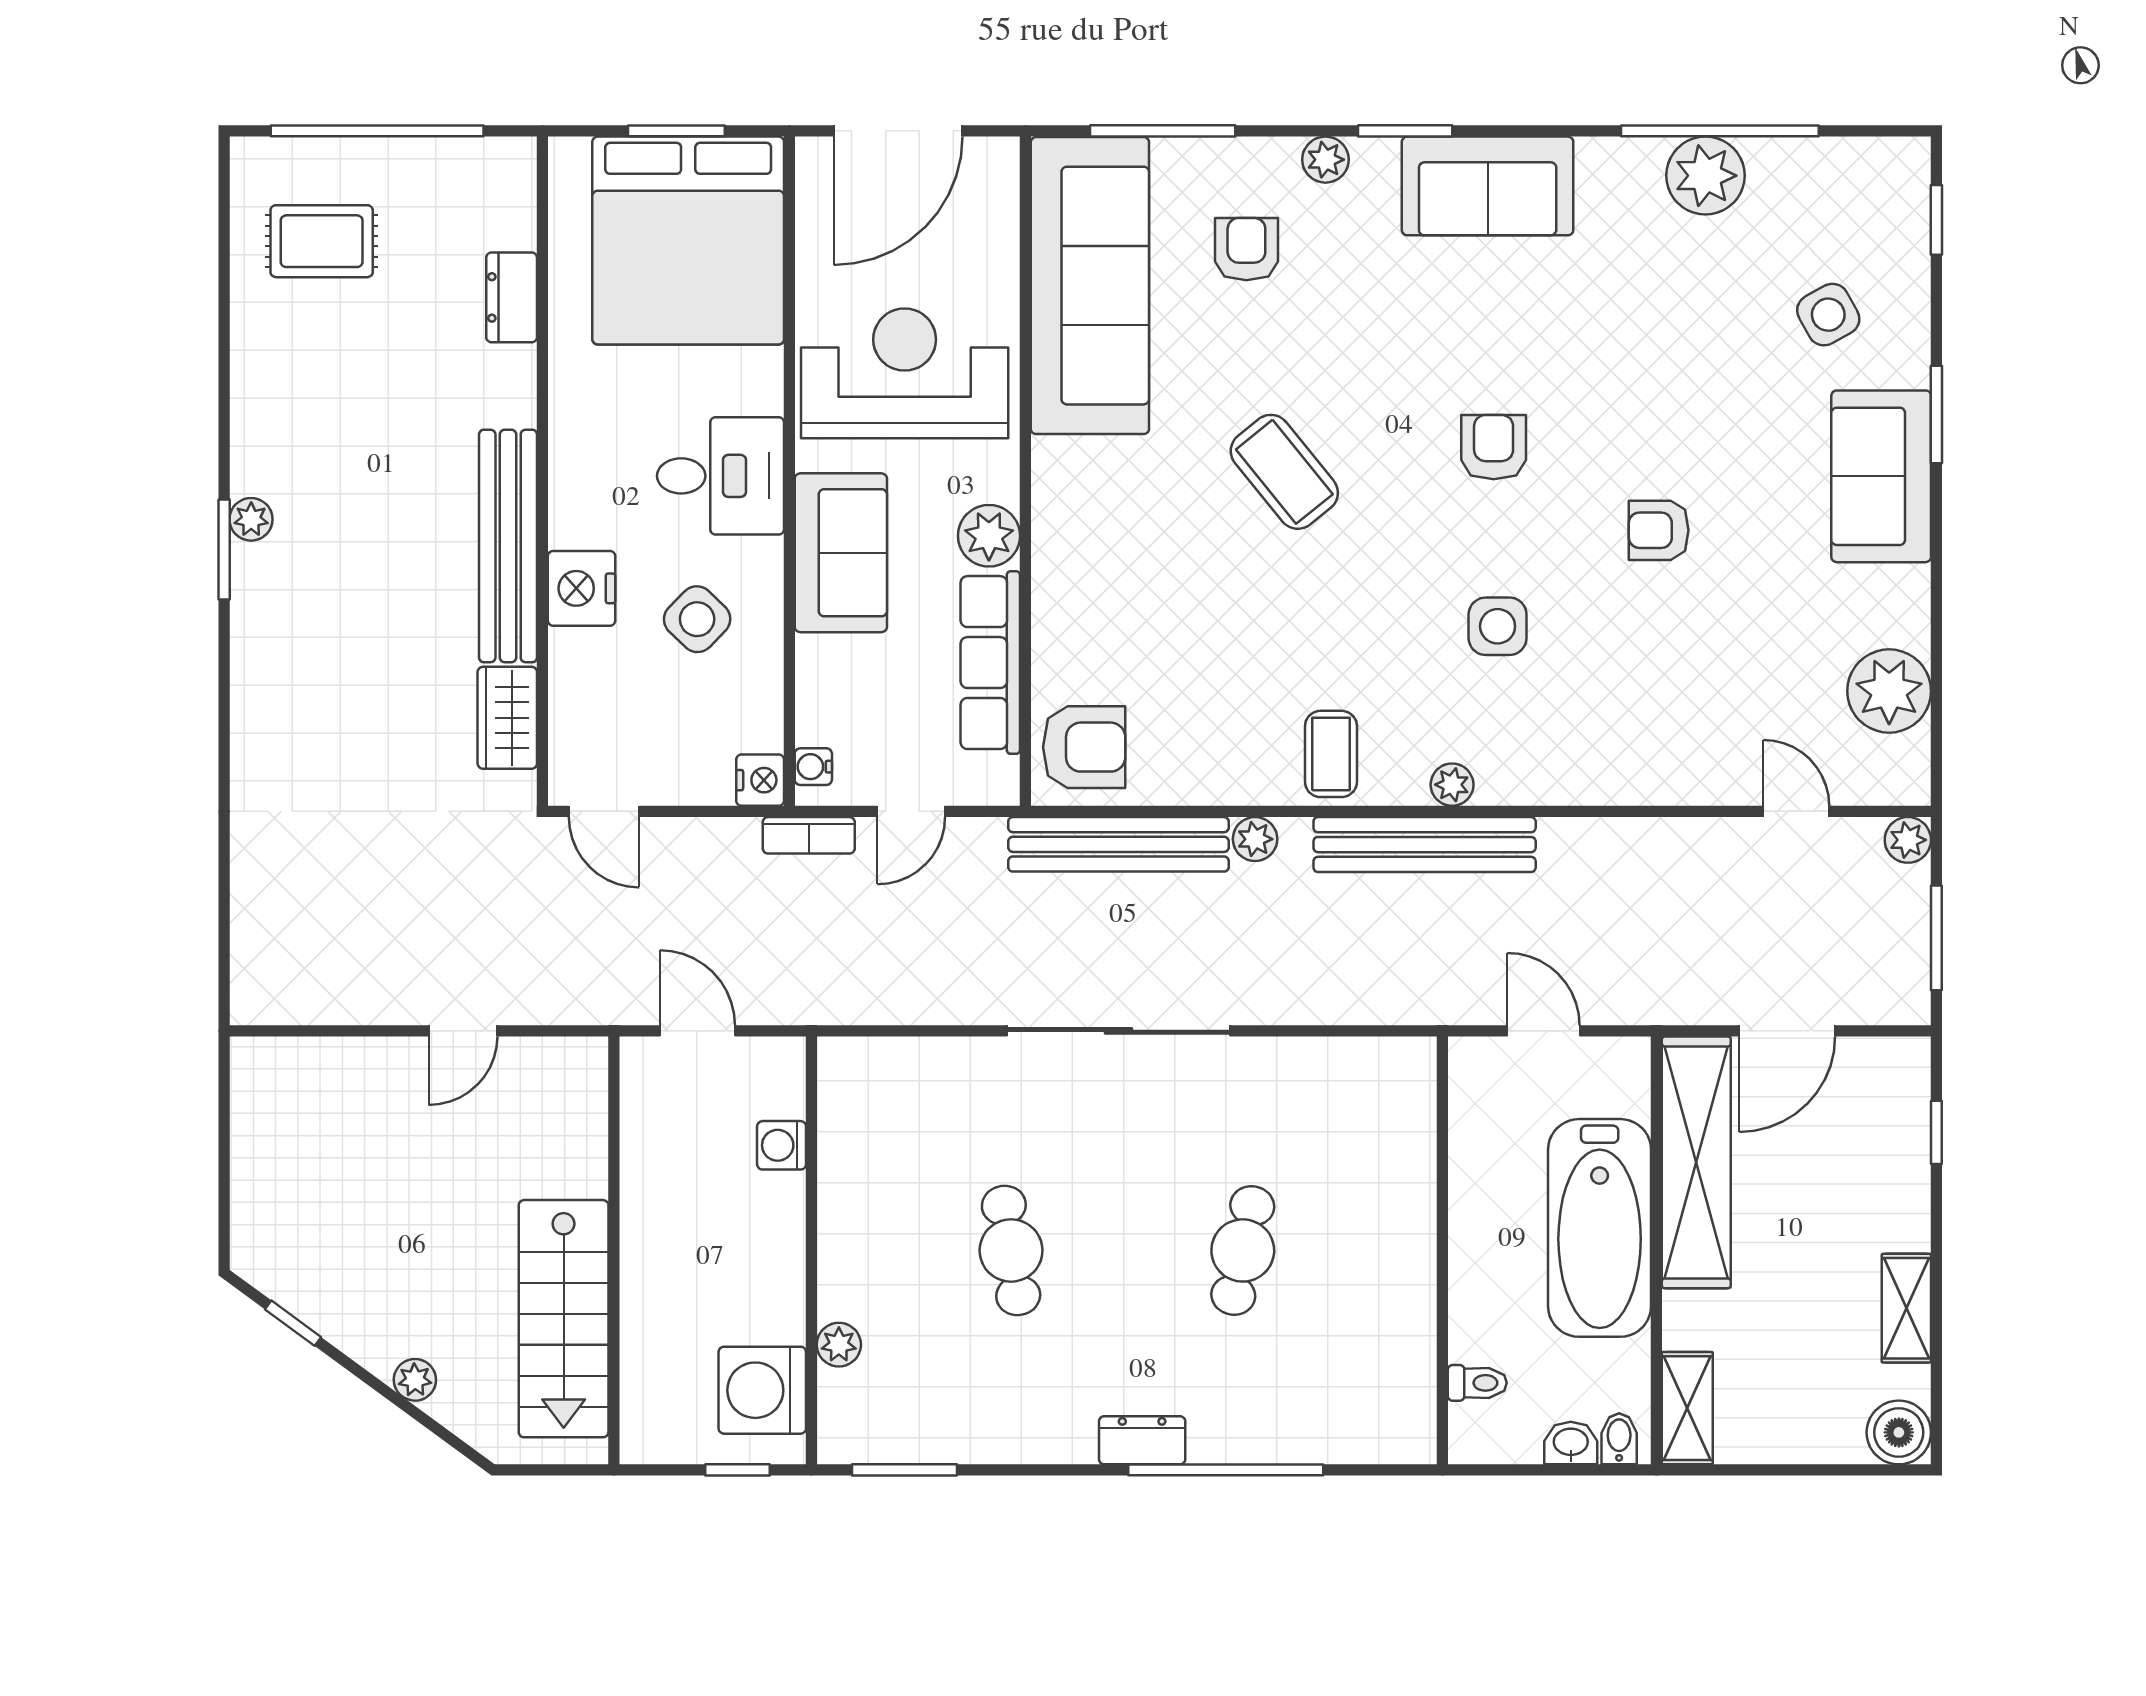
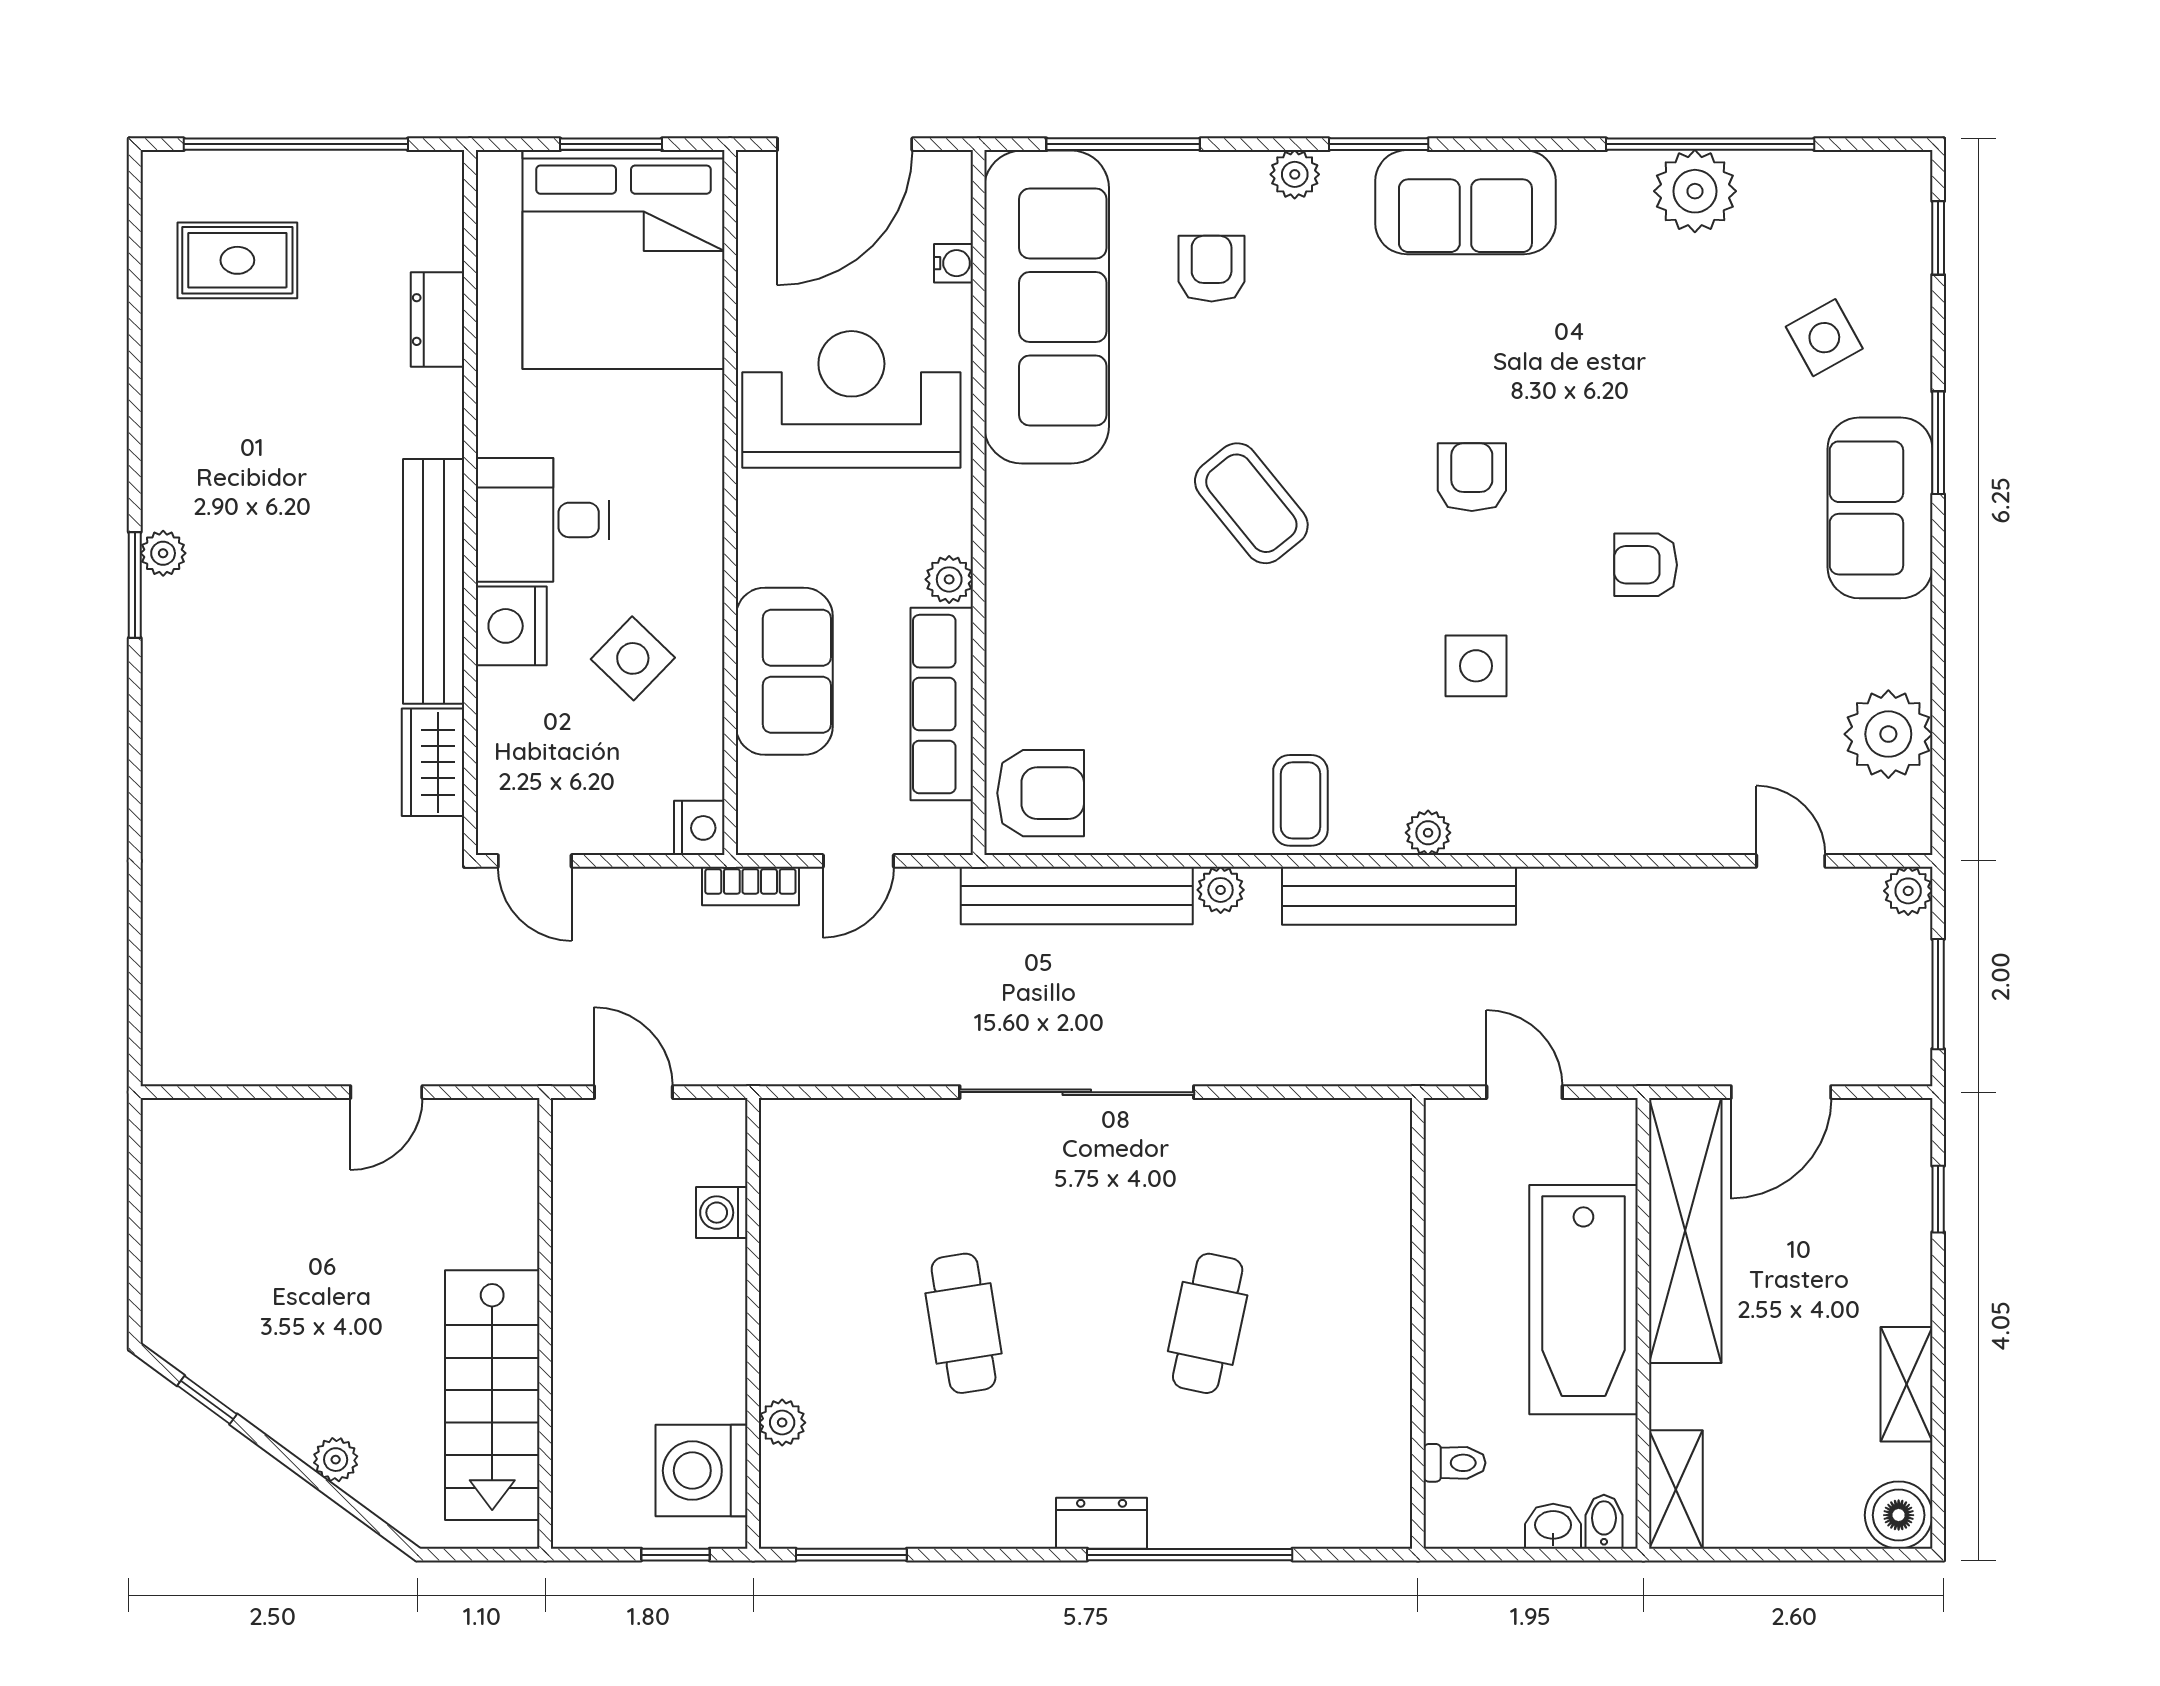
desk: (720, 476) -> (543, 520), moved, turned 180
plant: (989, 536) -> (949, 579), width x0.73, depth x0.73
sofa: (841, 553) -> (784, 671), moved
water cooler: (813, 767) -> (953, 263), moved, turned 180

